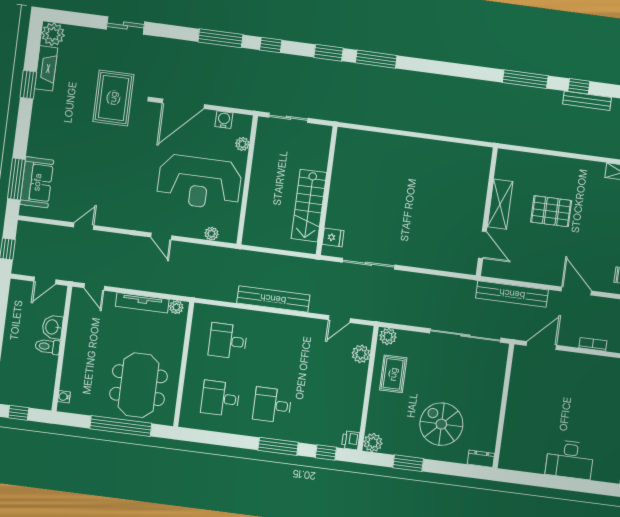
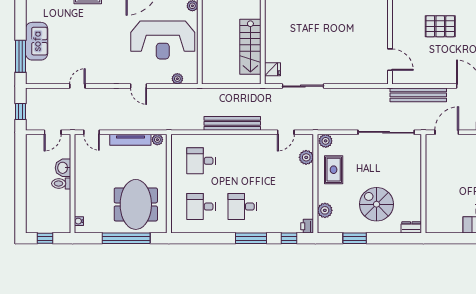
sofa: (37, 182) -> (37, 41), moved
shelving: (500, 204) -> (399, 26), removed
plant: (373, 443) -> (325, 210), moved

